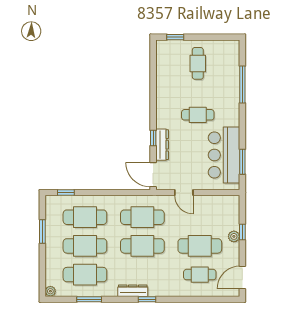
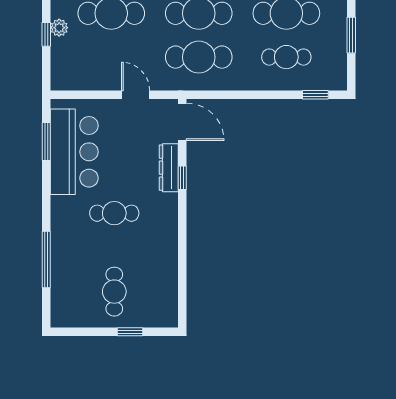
window: (175, 37) -> (130, 332), moved
cafe table: (85, 217) -> (286, 57), width x0.73, depth x0.74

